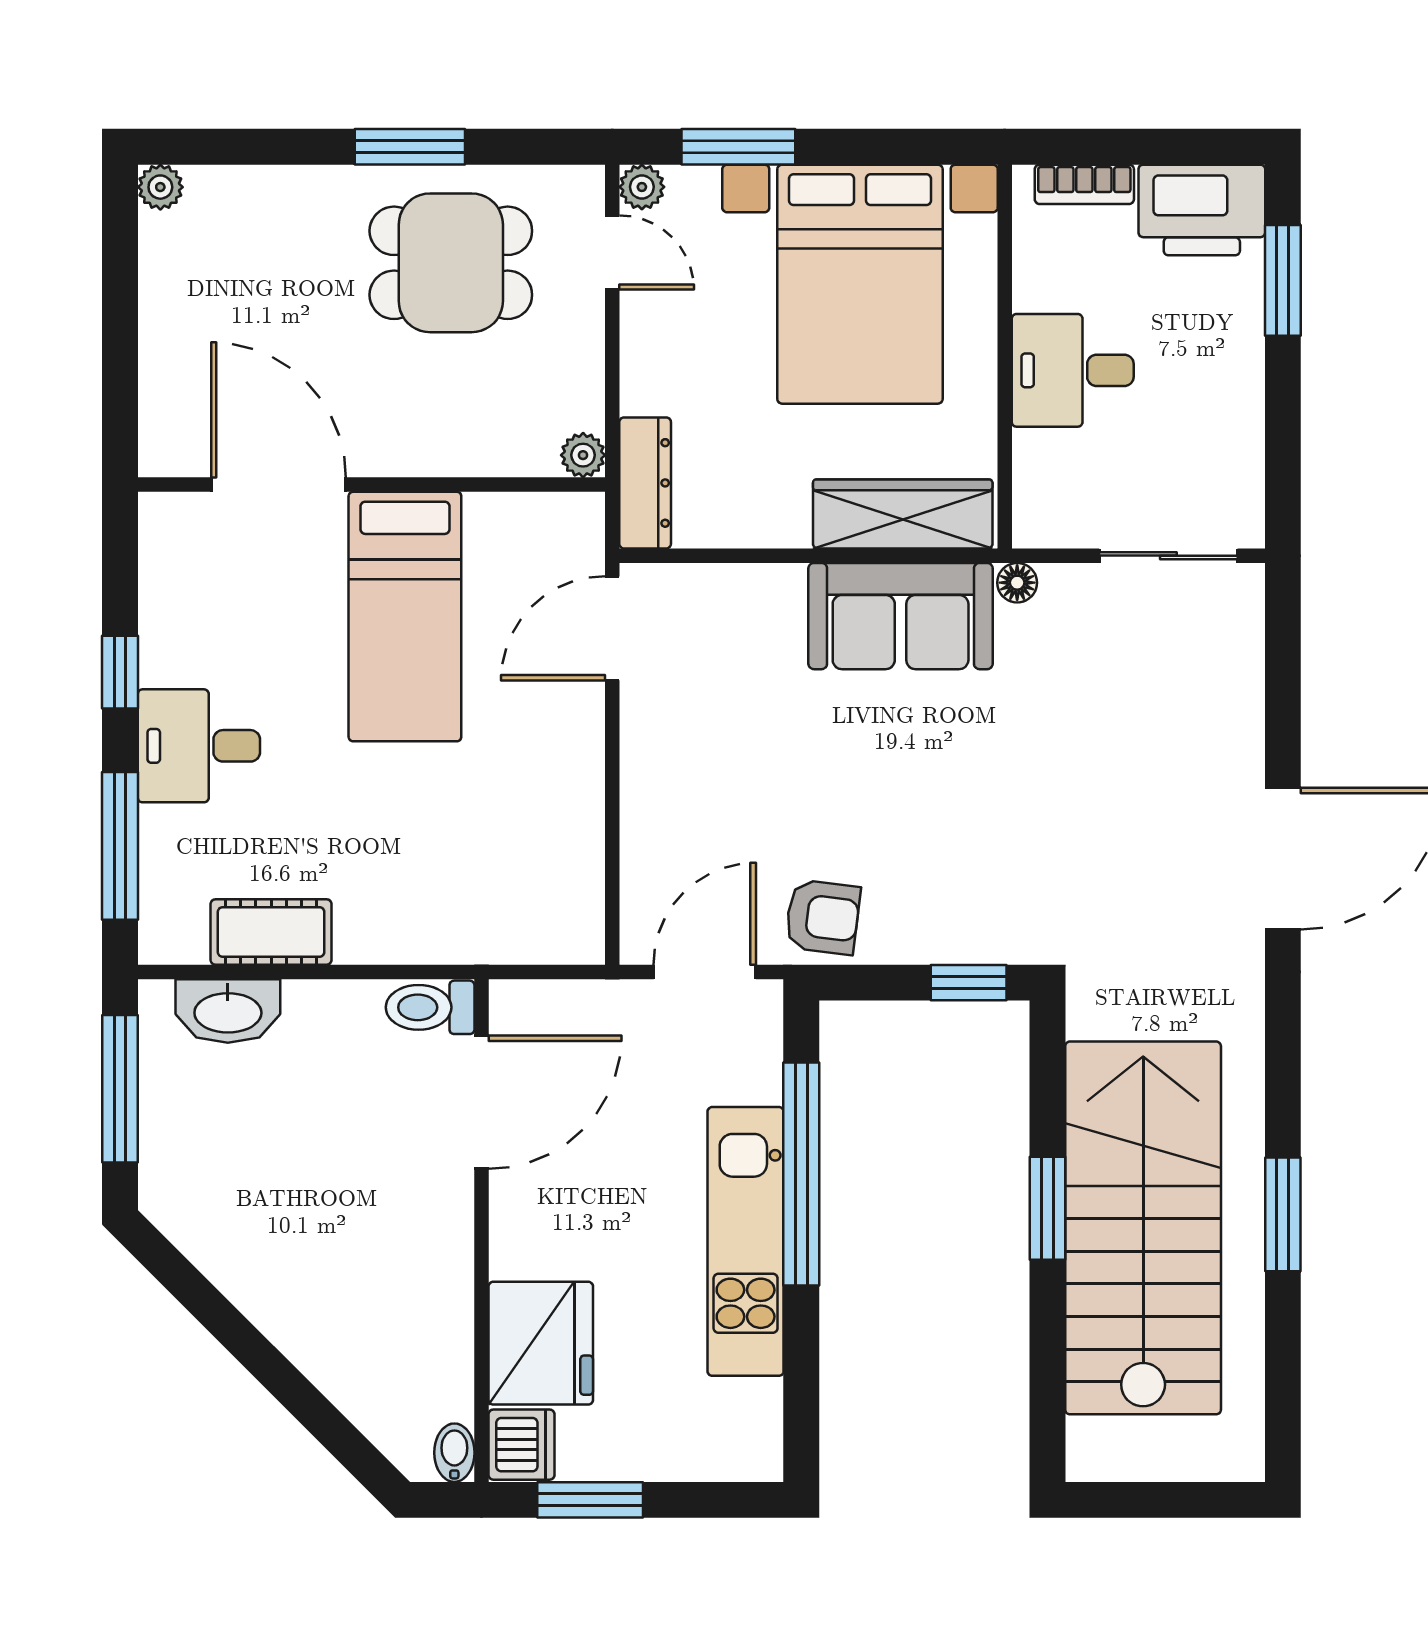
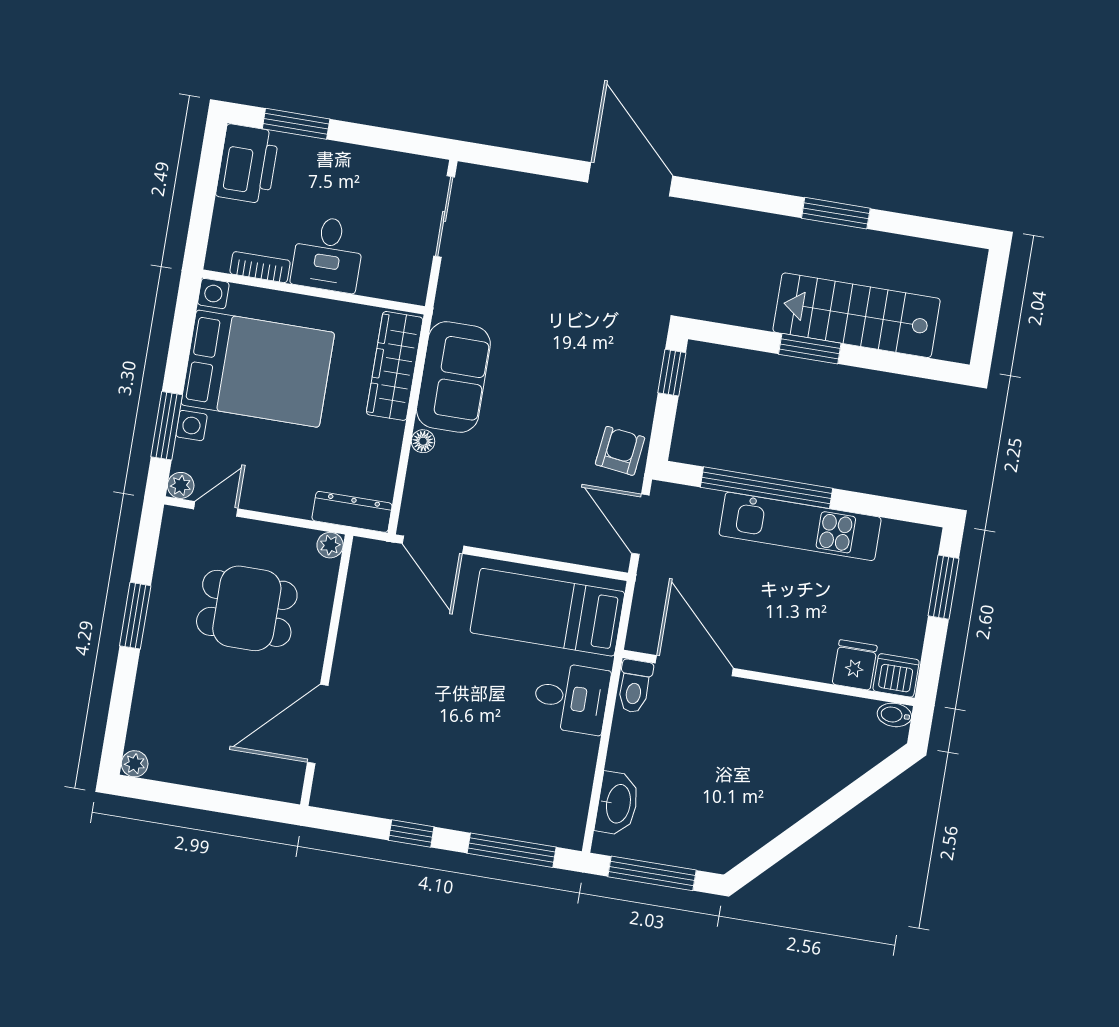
bookcase: (1084, 184) -> (260, 267), moved, turned -90
dining table: (451, 263) -> (247, 608), moved, turned 90
floor lamp: (1017, 583) -> (423, 441), moved
bed: (405, 617) -> (547, 612), moved, turned 180
desk: (199, 746) -> (571, 698), moved, turned -90
cot: (271, 932) -> (576, 771), removed
stairs: (1143, 1228) -> (857, 315), width x0.73, depth x0.66
fridge: (541, 1343) -> (855, 665), width x0.53, depth x0.75
window: (590, 1500) -> (944, 587), moved

